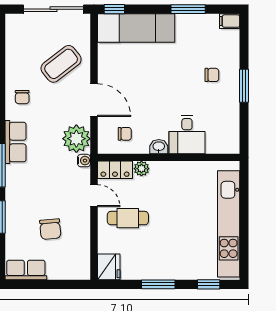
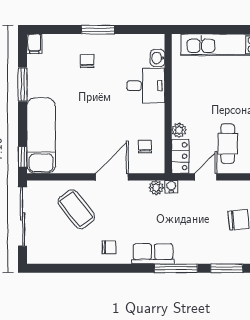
plant: (76, 139) -> (156, 188), width x0.53, depth x0.53
washbasin: (159, 147) -> (158, 58), moved

